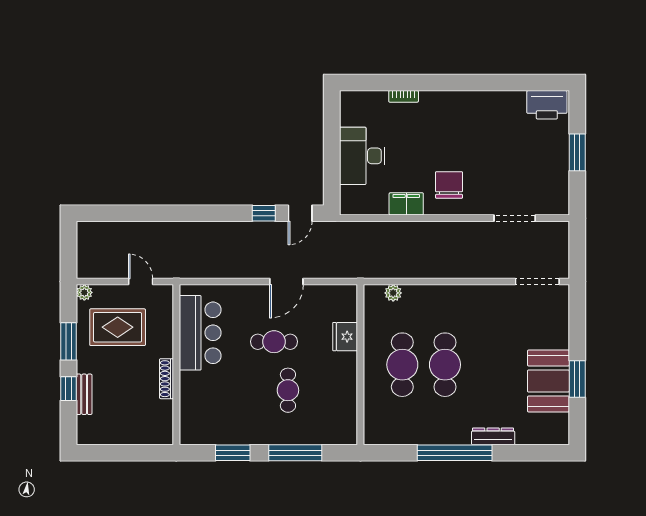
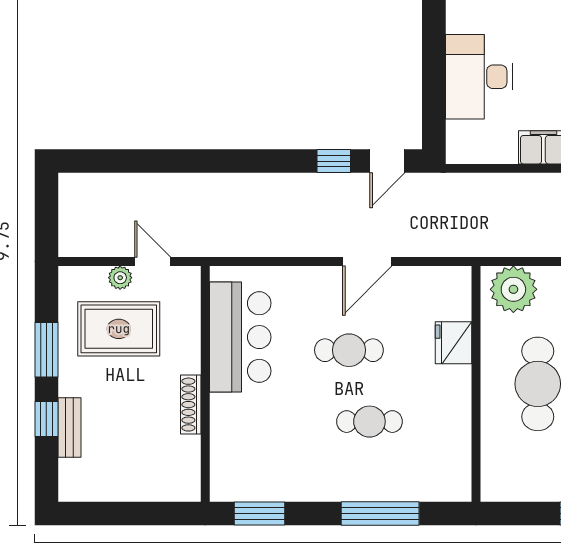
plant: (84, 292) -> (120, 278), moved
plant: (393, 293) -> (513, 289), width x1.87, depth x1.87
cafe table: (288, 390) -> (369, 422), turned 90
window: (233, 453) -> (260, 514), moved

